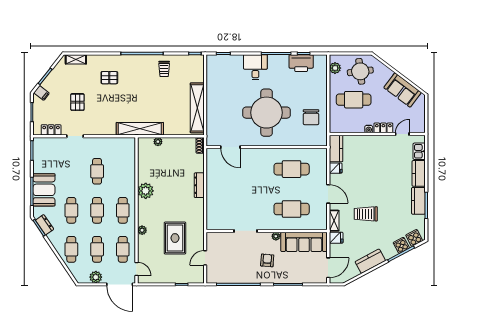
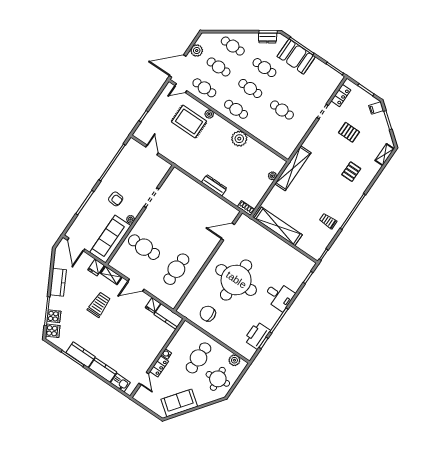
cafe table: (292, 209) -> (144, 247), turned 90
rug: (175, 238) -> (189, 122), moved

